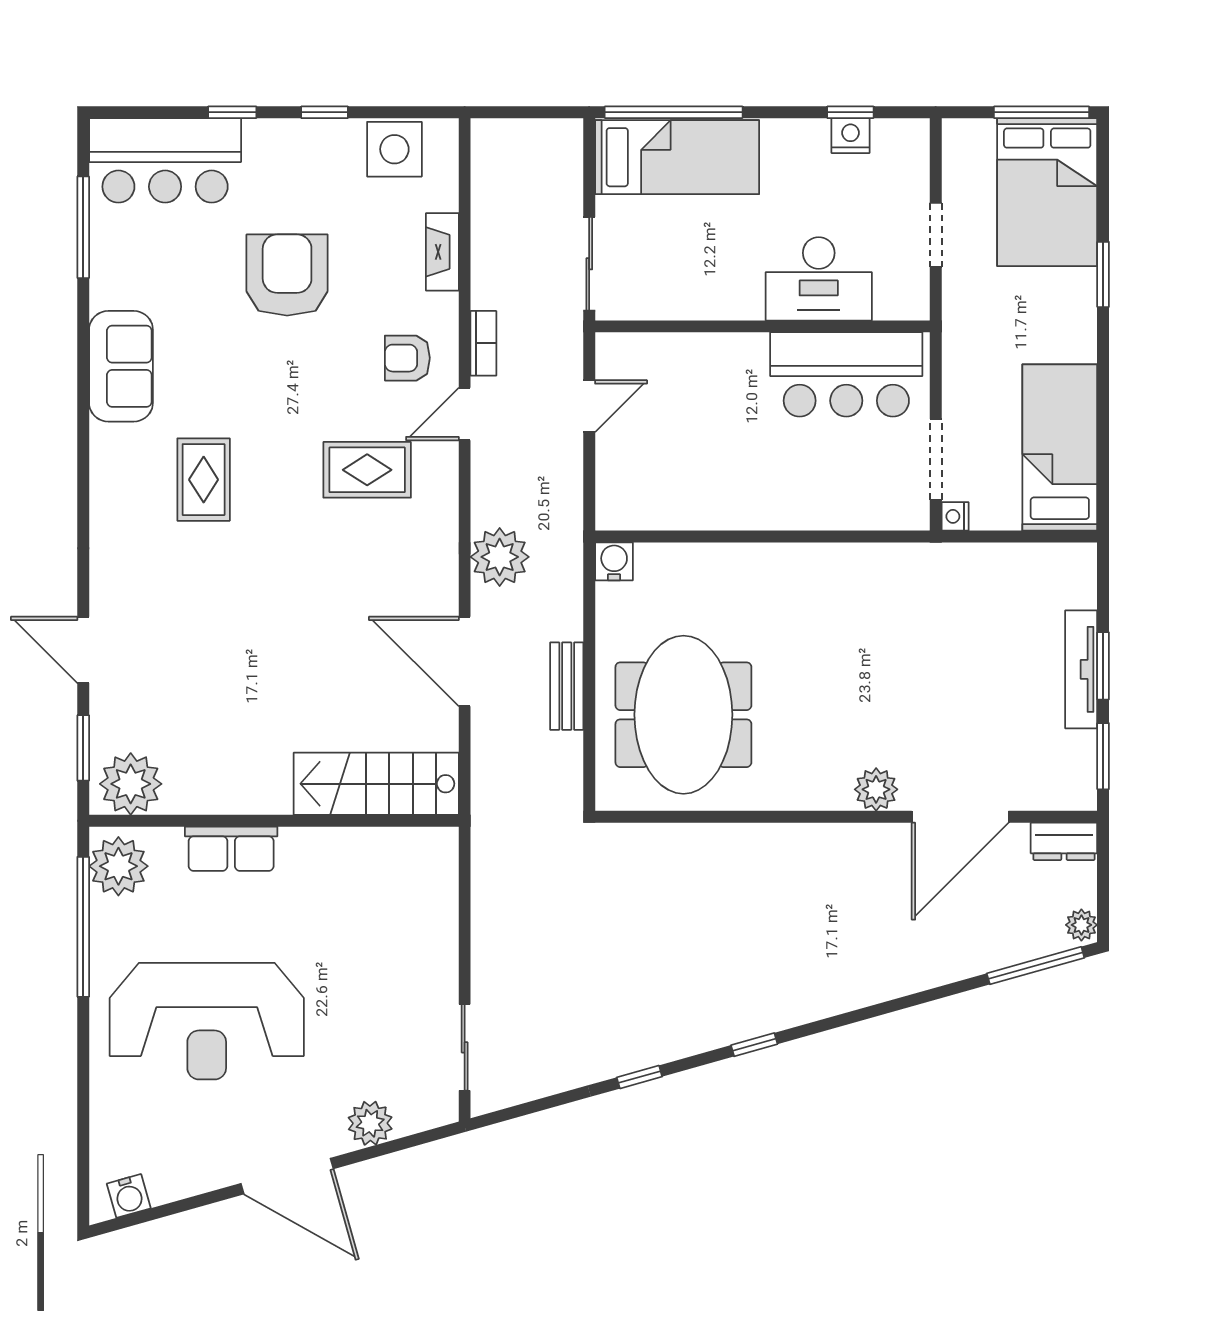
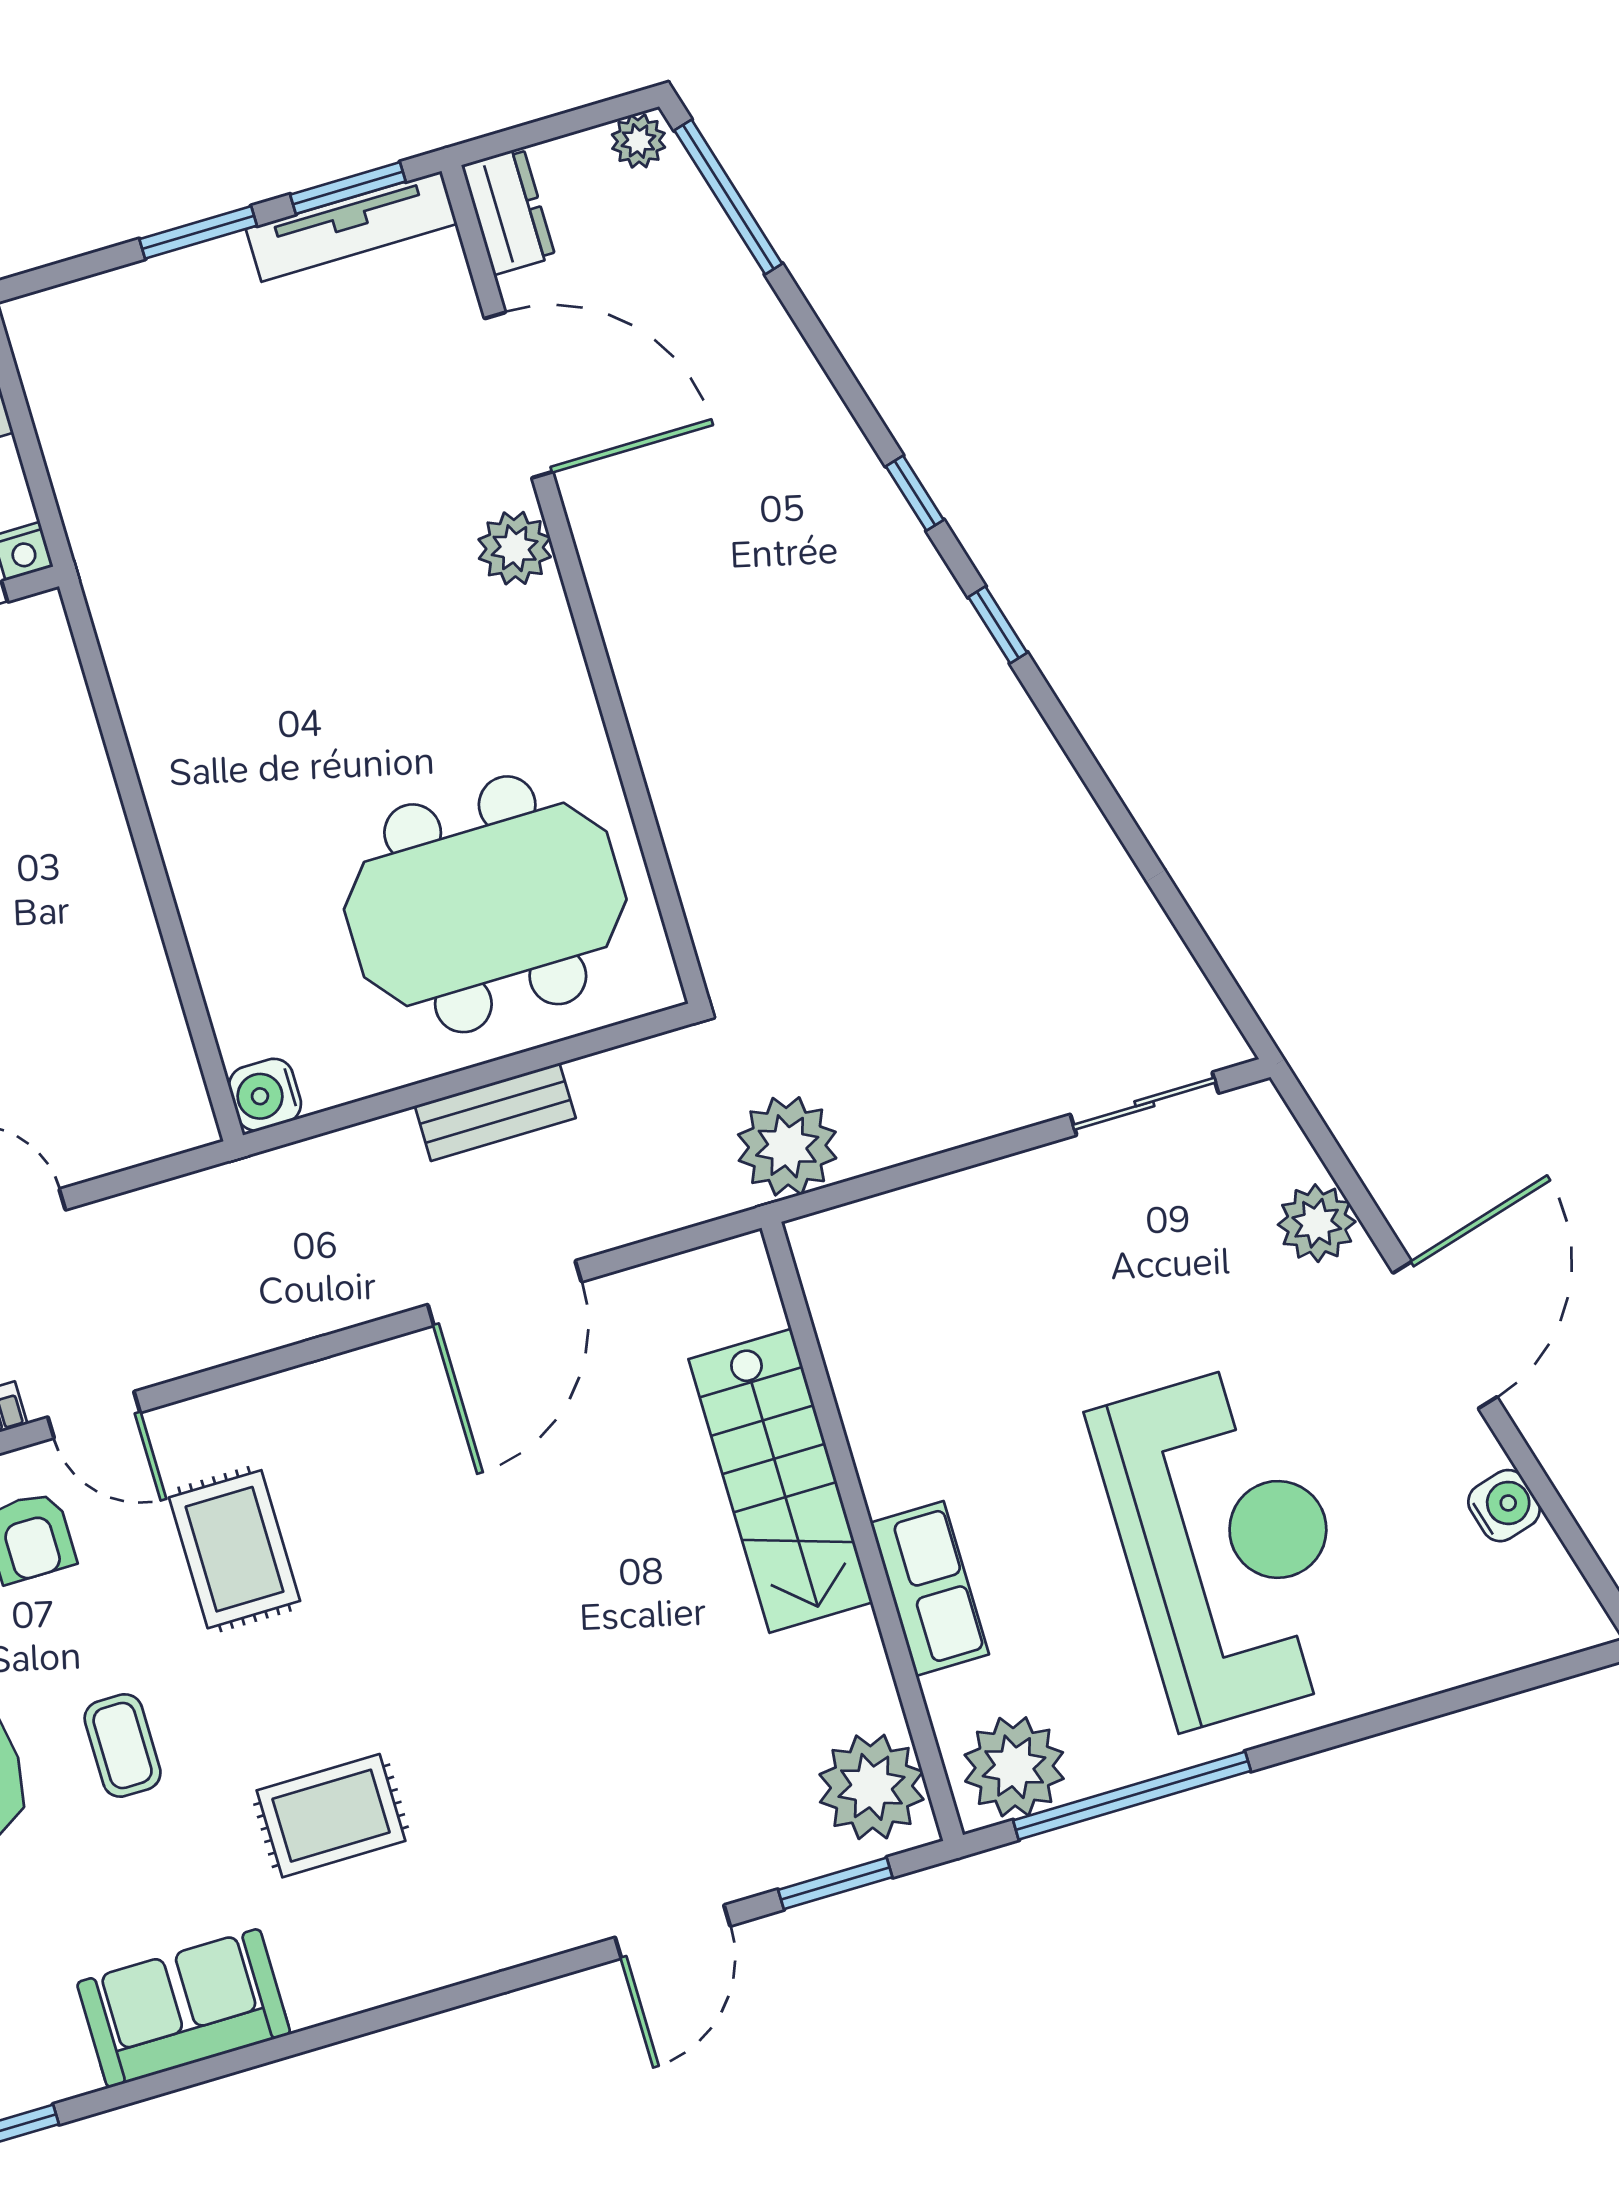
coffee table: (277, 376) -> (123, 1745), added
plant: (500, 557) -> (787, 1146), moved
tv unit: (1081, 669) -> (352, 226), moved
stairs: (376, 784) -> (781, 1481), moved
window: (639, 1077) -> (915, 493), moved
water cooler: (129, 1196) -> (1504, 1506), moved

